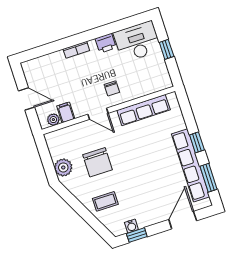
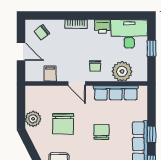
chair: (42, 71) -> (42, 32), added
plant: (53, 120) -> (122, 71), moved, width x1.87, depth x1.87
chair: (142, 157) -> (101, 132), added

